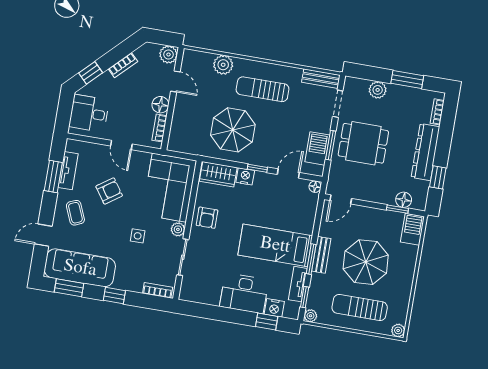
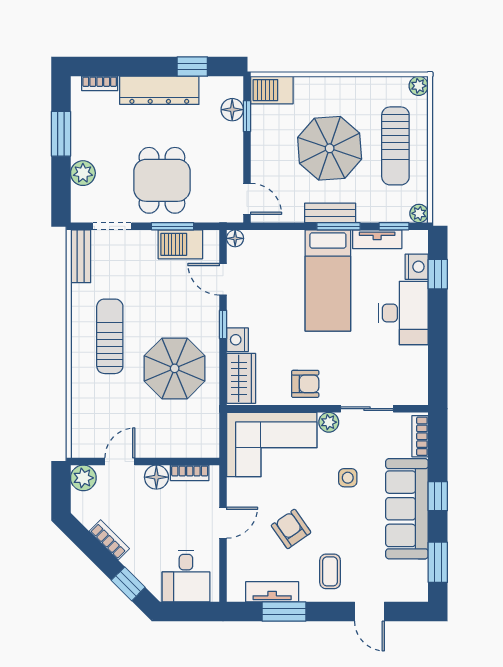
plant: (223, 65) -> (85, 398), removed
sun lounger: (263, 89) -> (110, 336), turned 180
coffee table: (75, 213) -> (330, 571), turned -67
sofa: (80, 268) -> (407, 509), moved

